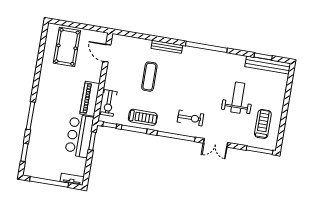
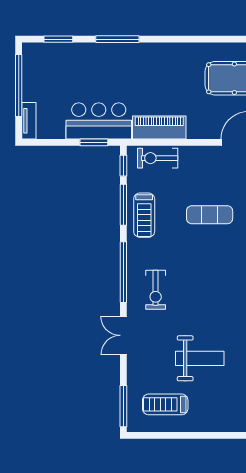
treadmill: (263, 124) -> (165, 404), turned 180

